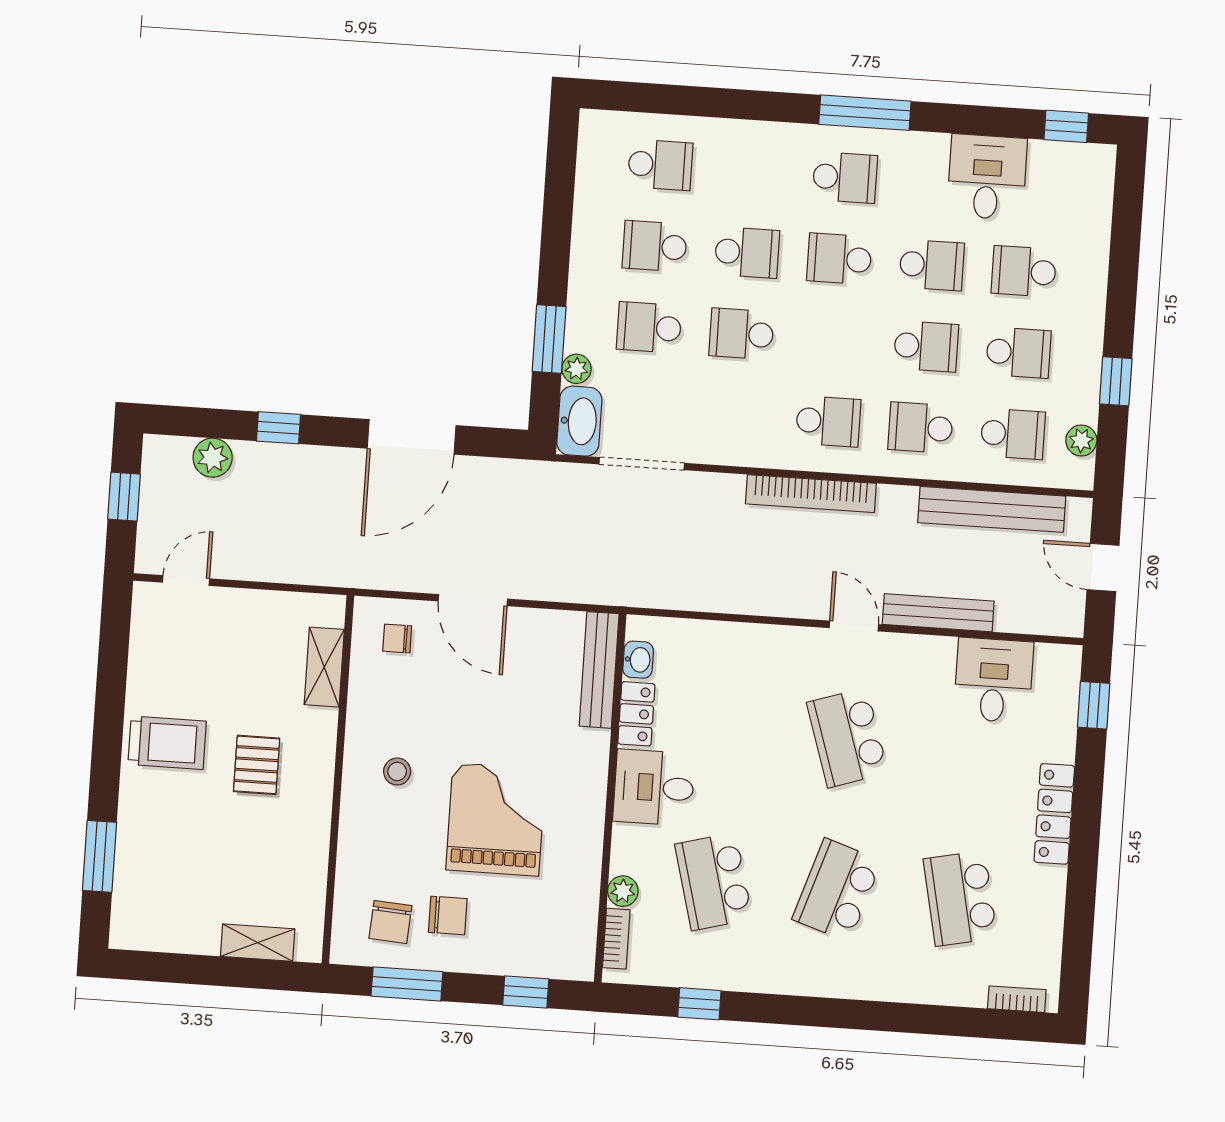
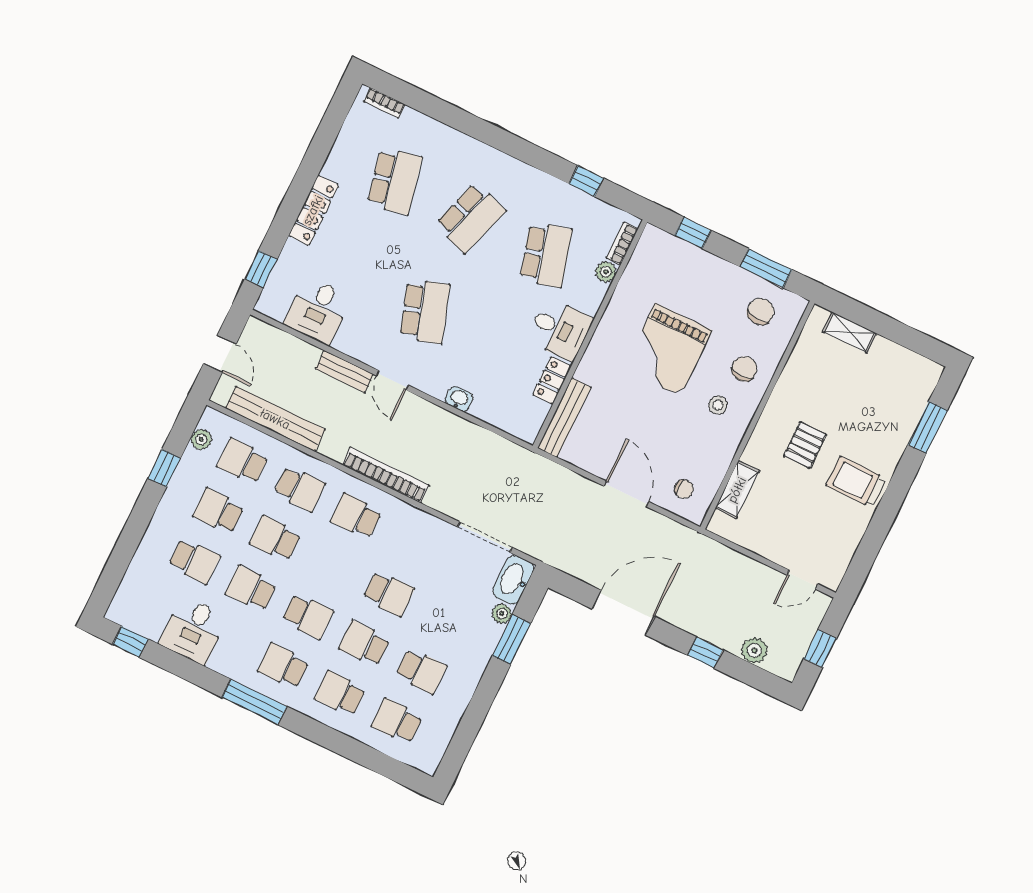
school desk: (649, 327) -> (340, 694), moved, turned 180
bench: (938, 613) -> (344, 372), width x0.73
washbasin: (638, 660) -> (459, 399), moved, turned 90
chair: (448, 916) -> (744, 369), moved, turned 90

